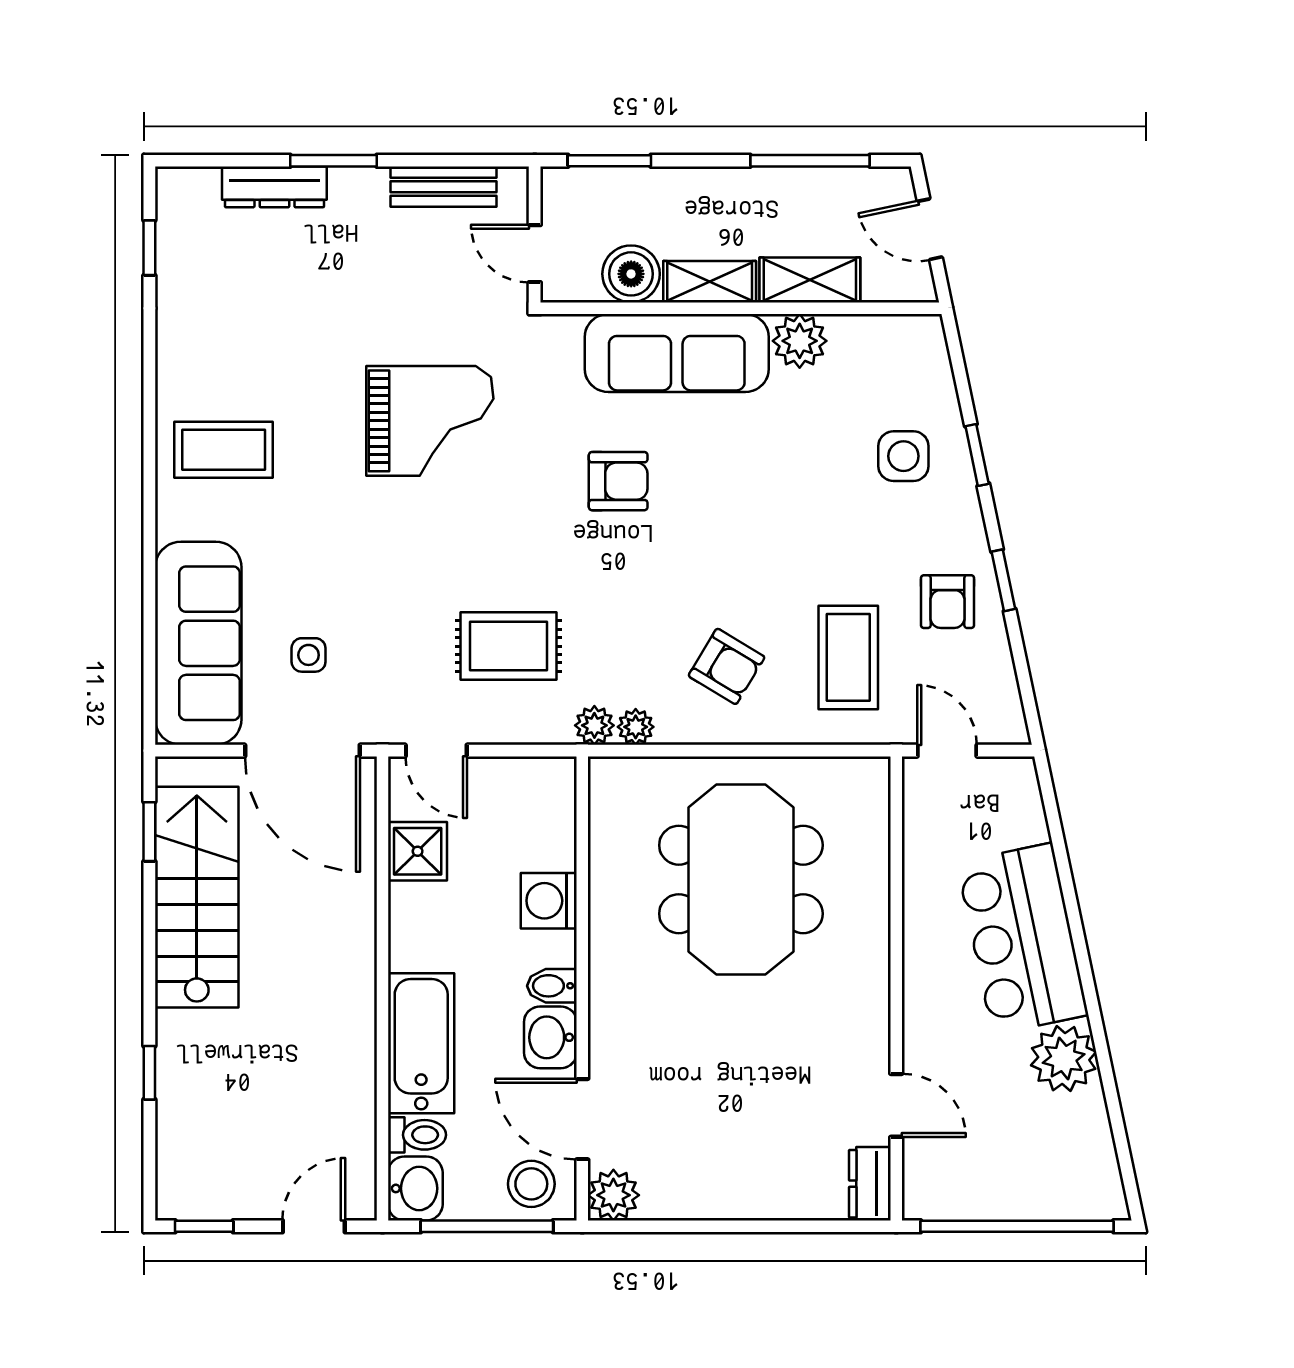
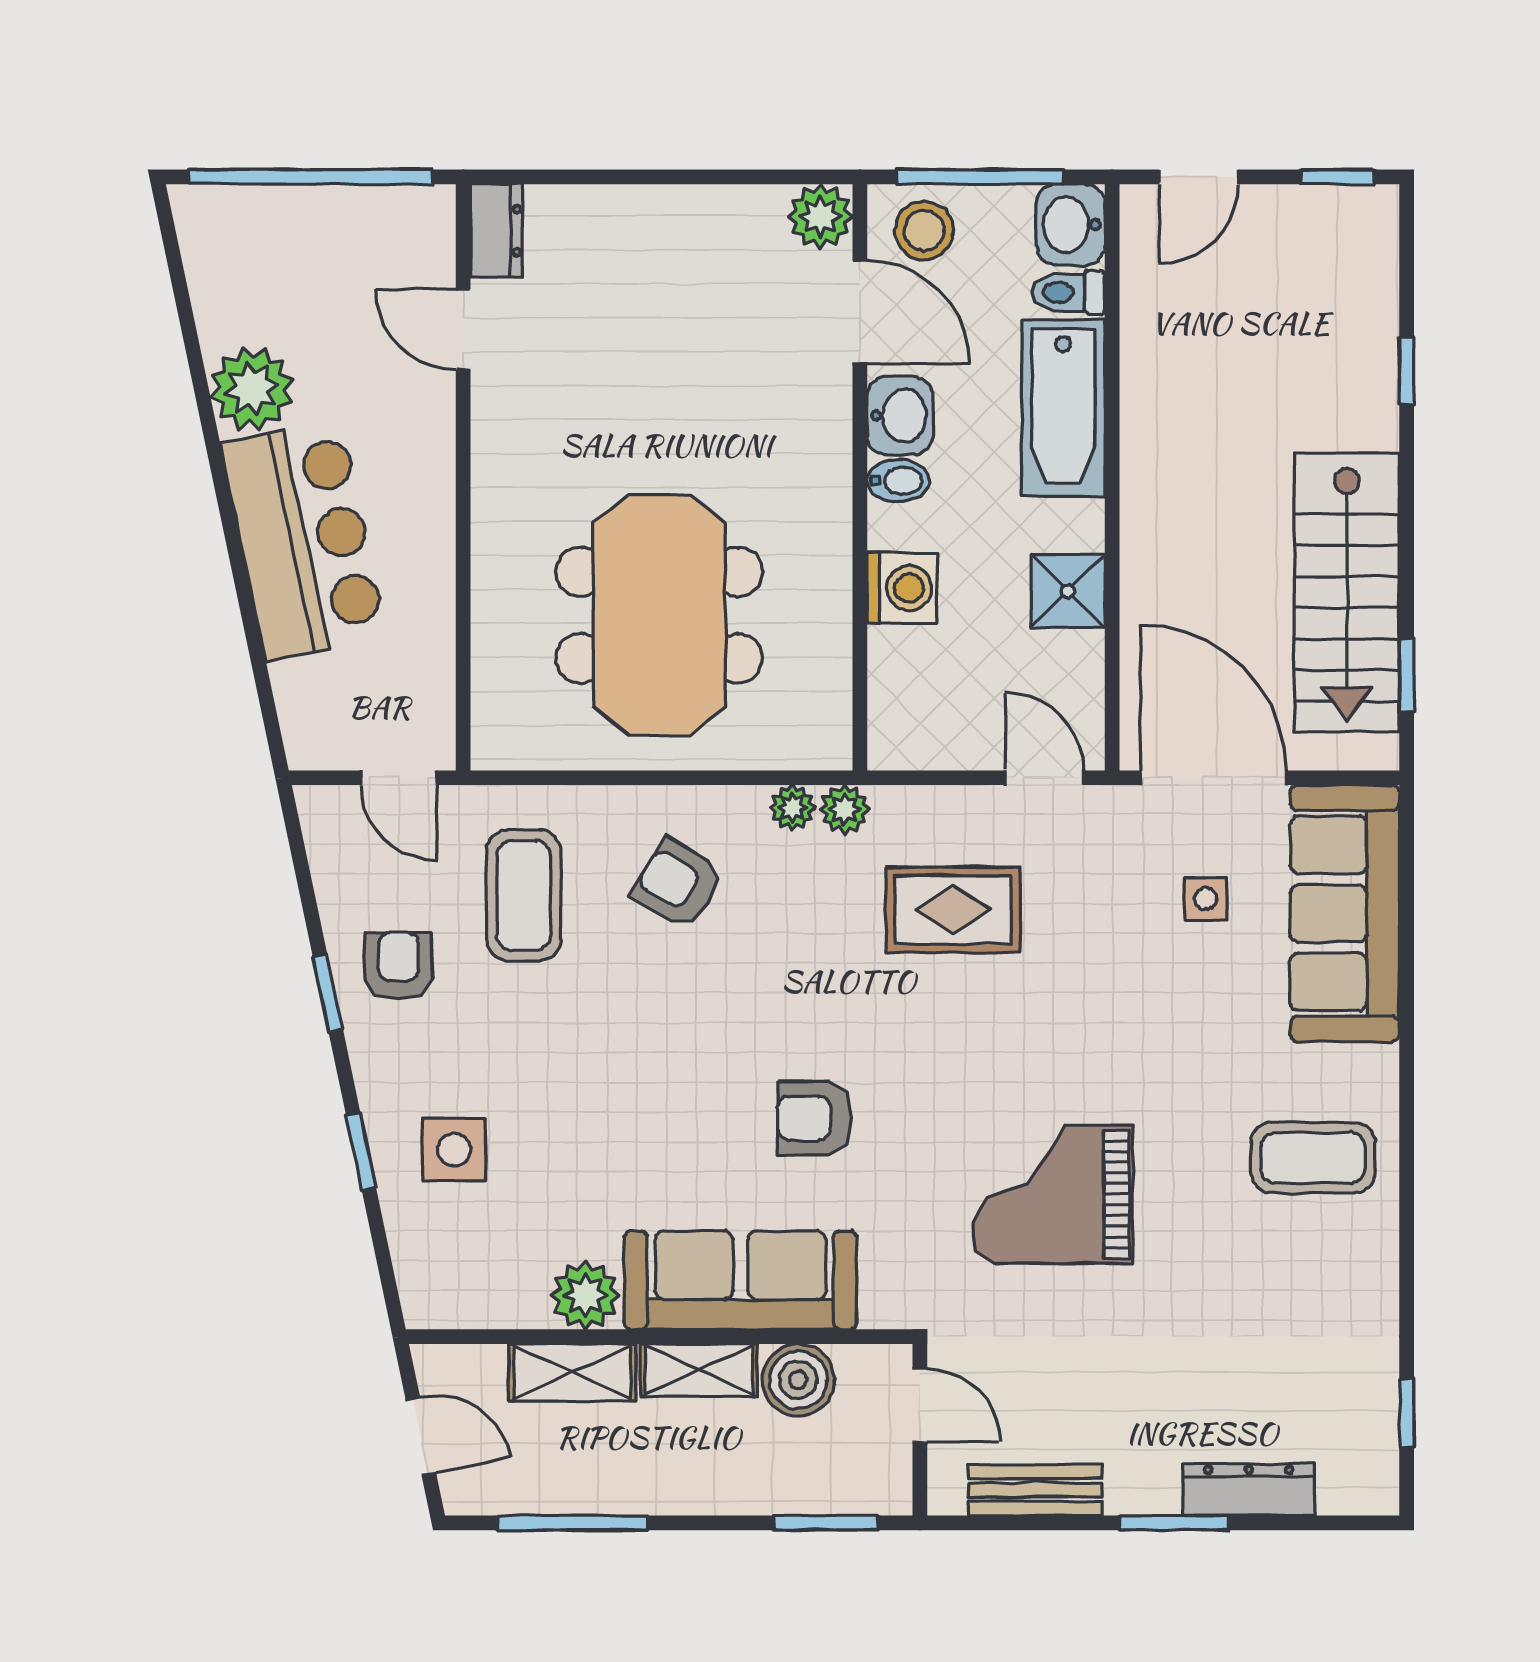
shower: (418, 851) -> (1068, 591), moved

